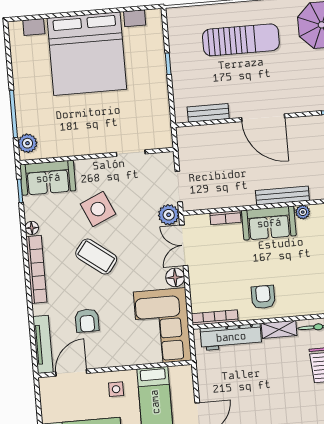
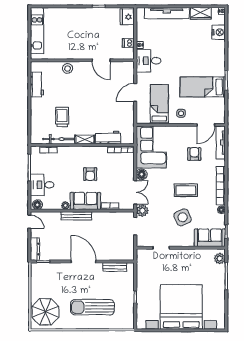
coffee table: (96, 256) -> (186, 190), turned -37
armchair: (263, 297) -> (90, 174), moved
workbench: (231, 337) -> (108, 138), width x0.73

